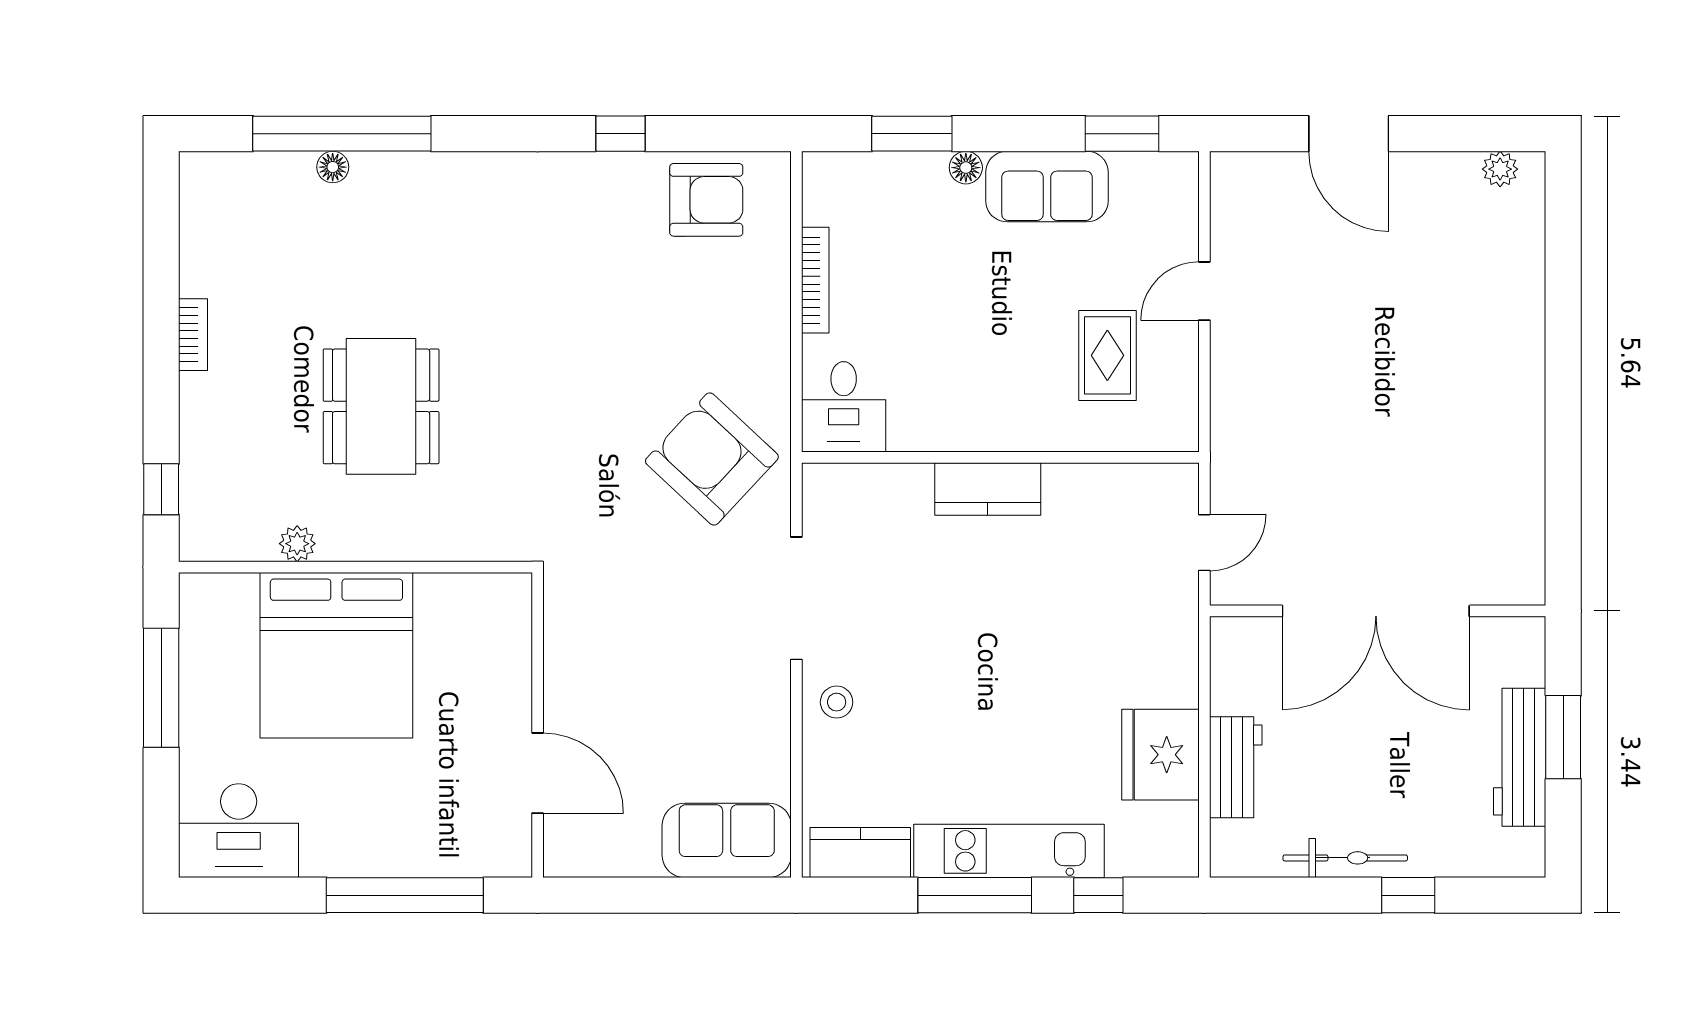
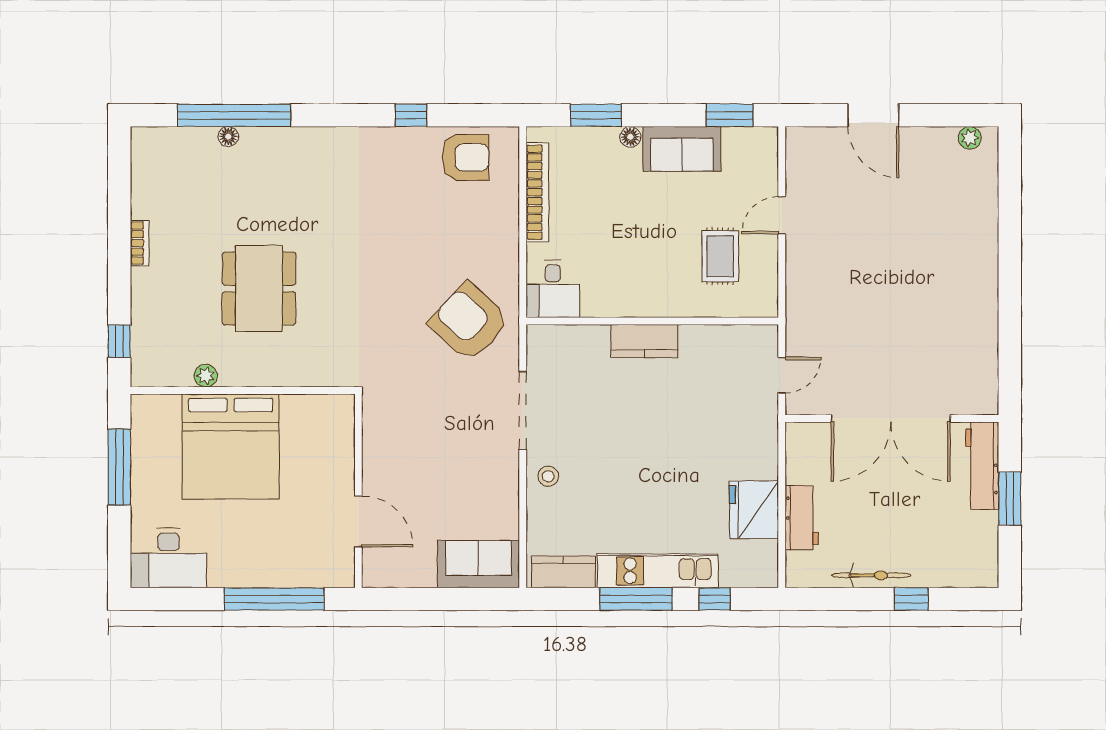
bookcase: (815, 280) -> (537, 192), width x1.48, depth x1.31
workbench: (1520, 757) -> (982, 466), moved

